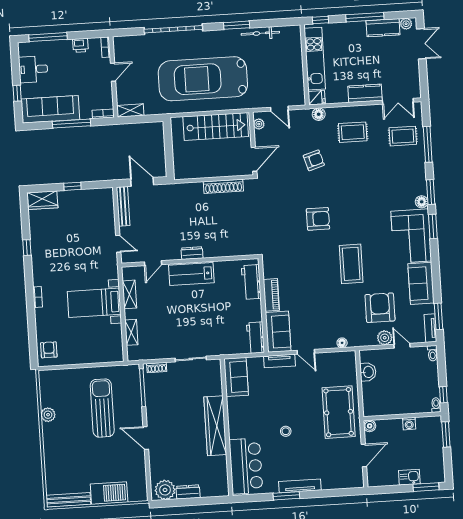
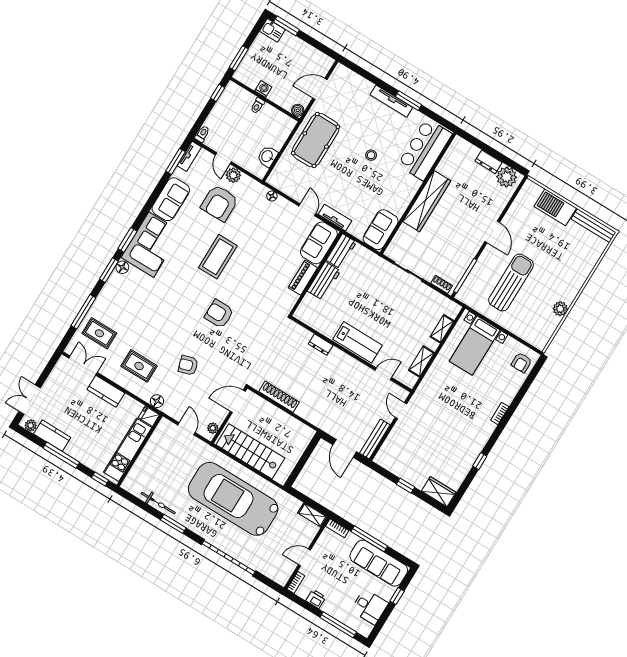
car: (203, 79) -> (233, 499), turned 180
dresser: (192, 253) -> (321, 345), moved
workbench: (251, 282) -> (324, 281), moved
bed with nightstands: (94, 303) -> (475, 346), moved, turned 90
toilet: (436, 405) -> (257, 106), moved
sun lounger: (102, 408) -> (511, 283), turned 180
kitchen sink: (409, 477) -> (272, 30), moved

